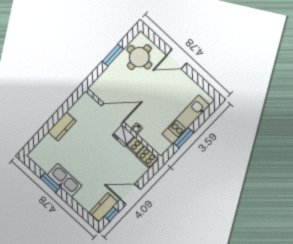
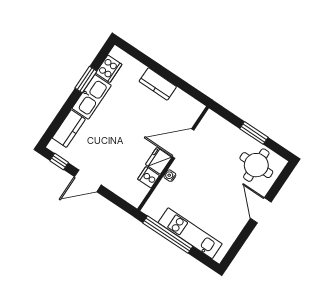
door: (113, 114) -> (183, 144), swing flipped
window: (184, 138) -> (168, 235), width x2.11
cooker: (147, 157) -> (109, 69), moved, turned 180
door: (130, 194) -> (88, 181), swing flipped
kitchen counter: (104, 207) -> (69, 129), moved, turned 90

